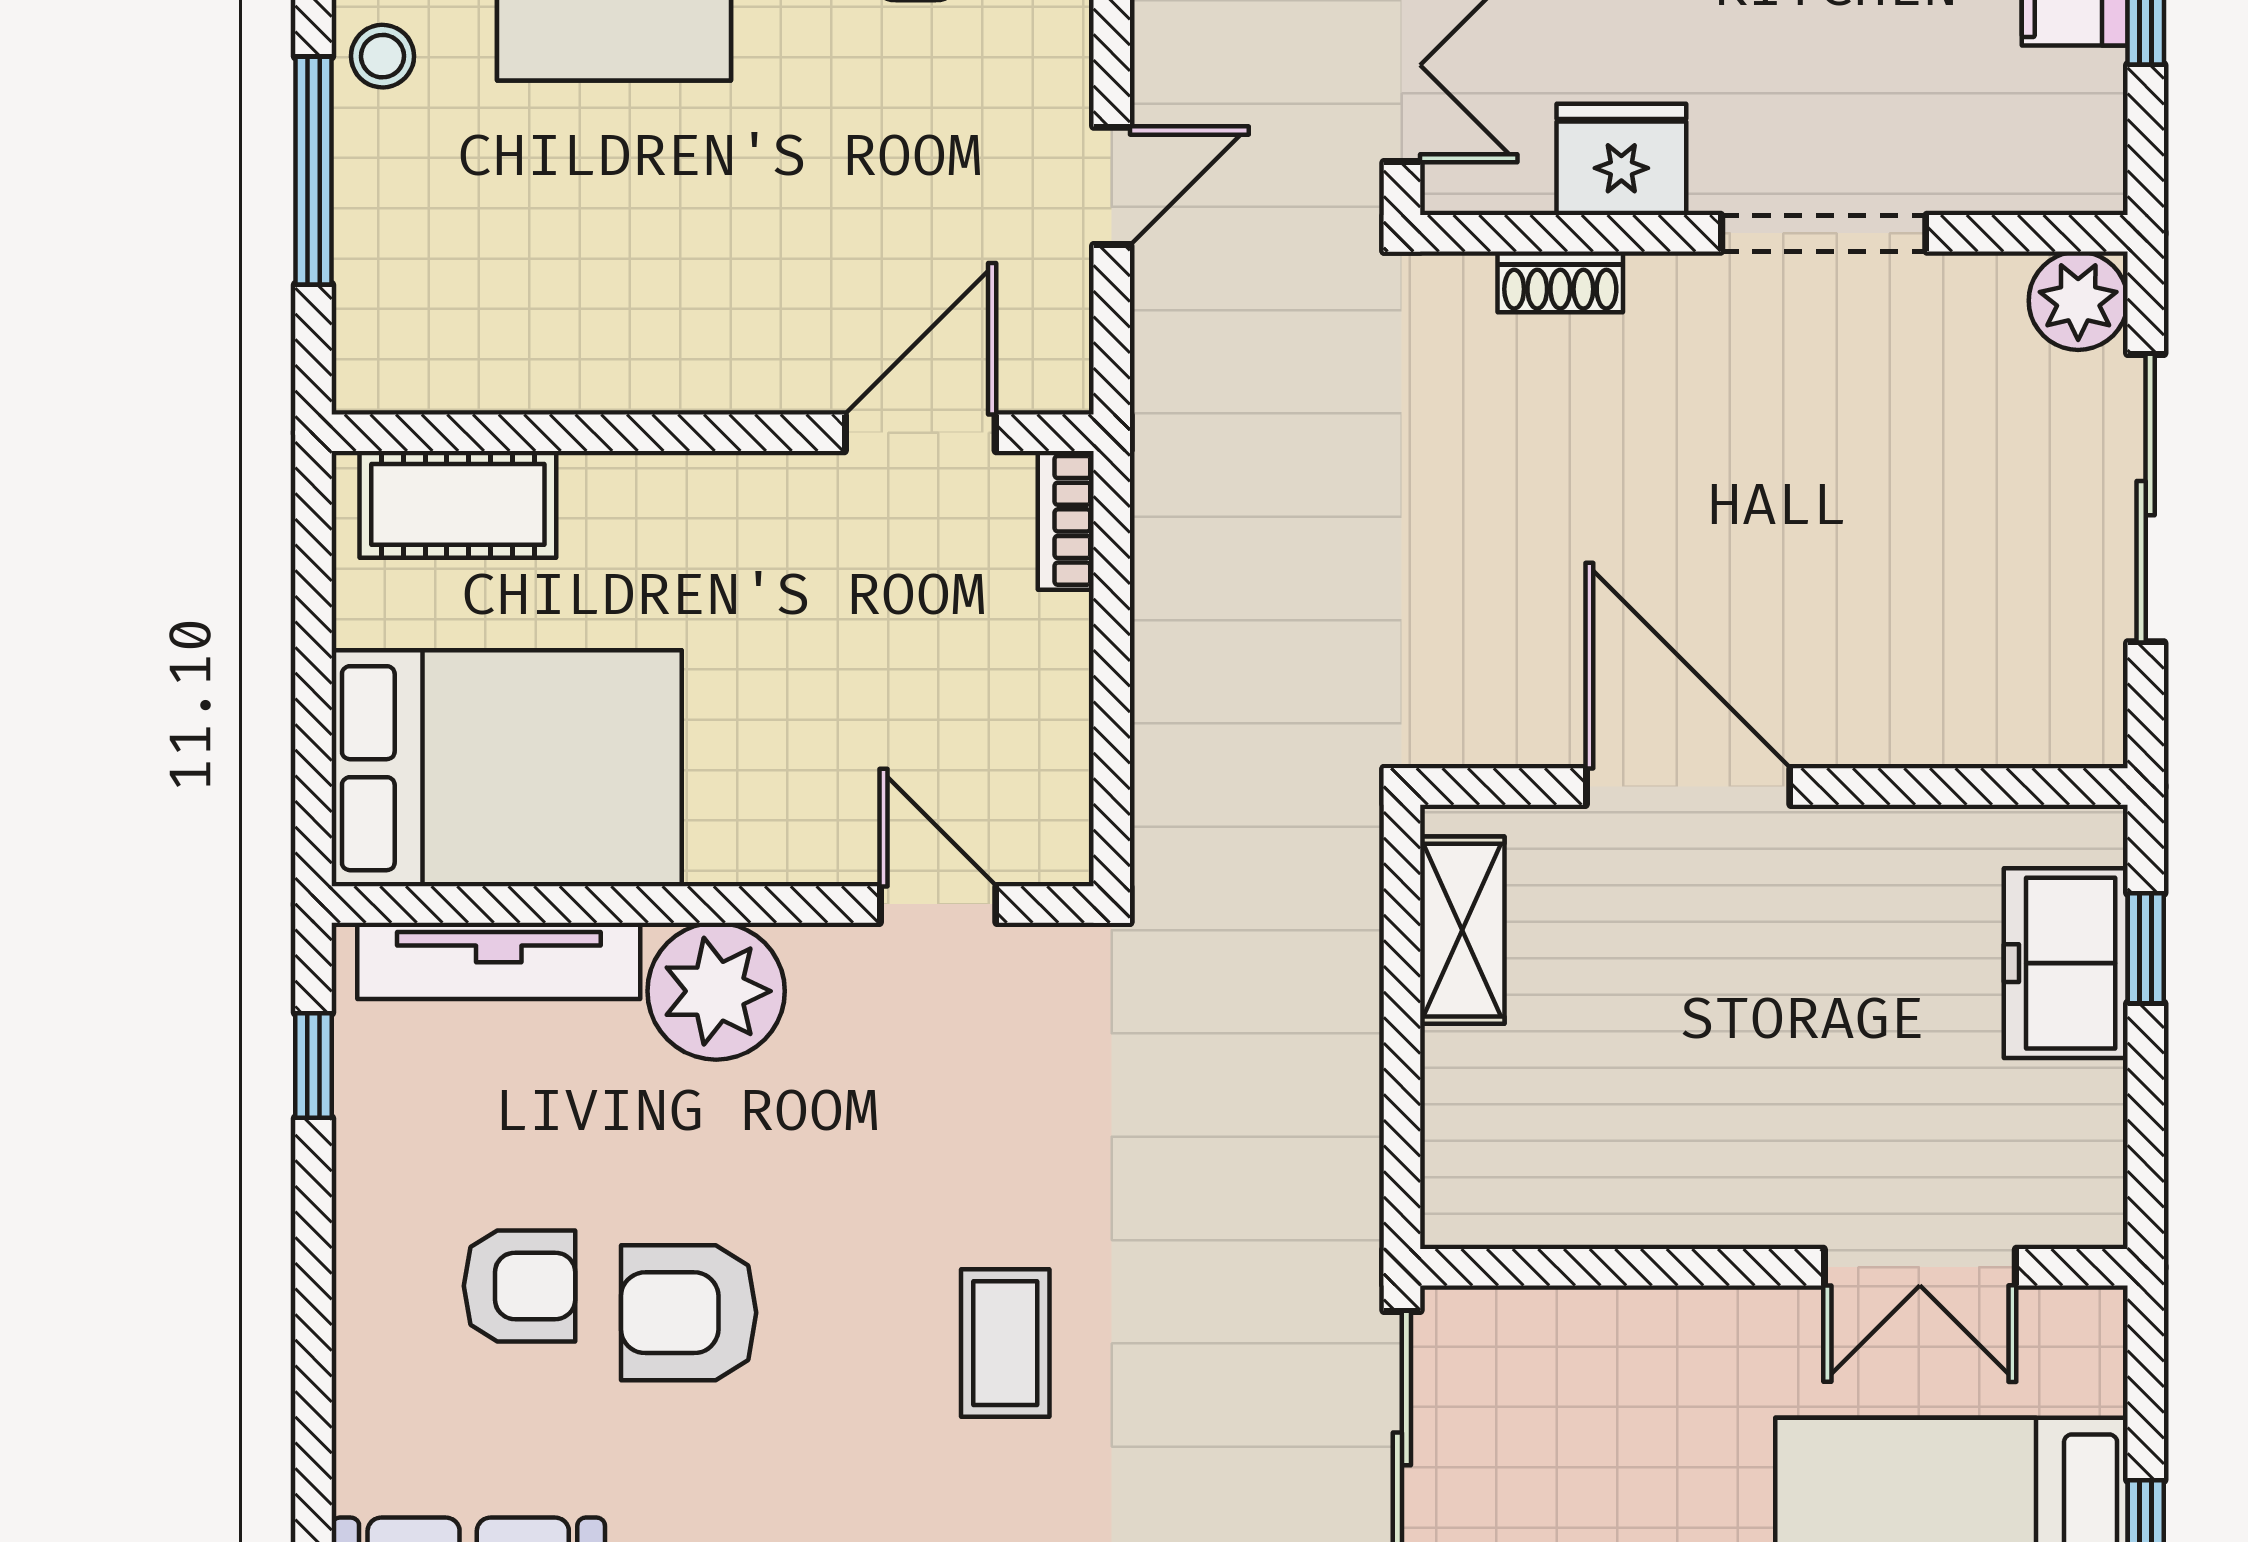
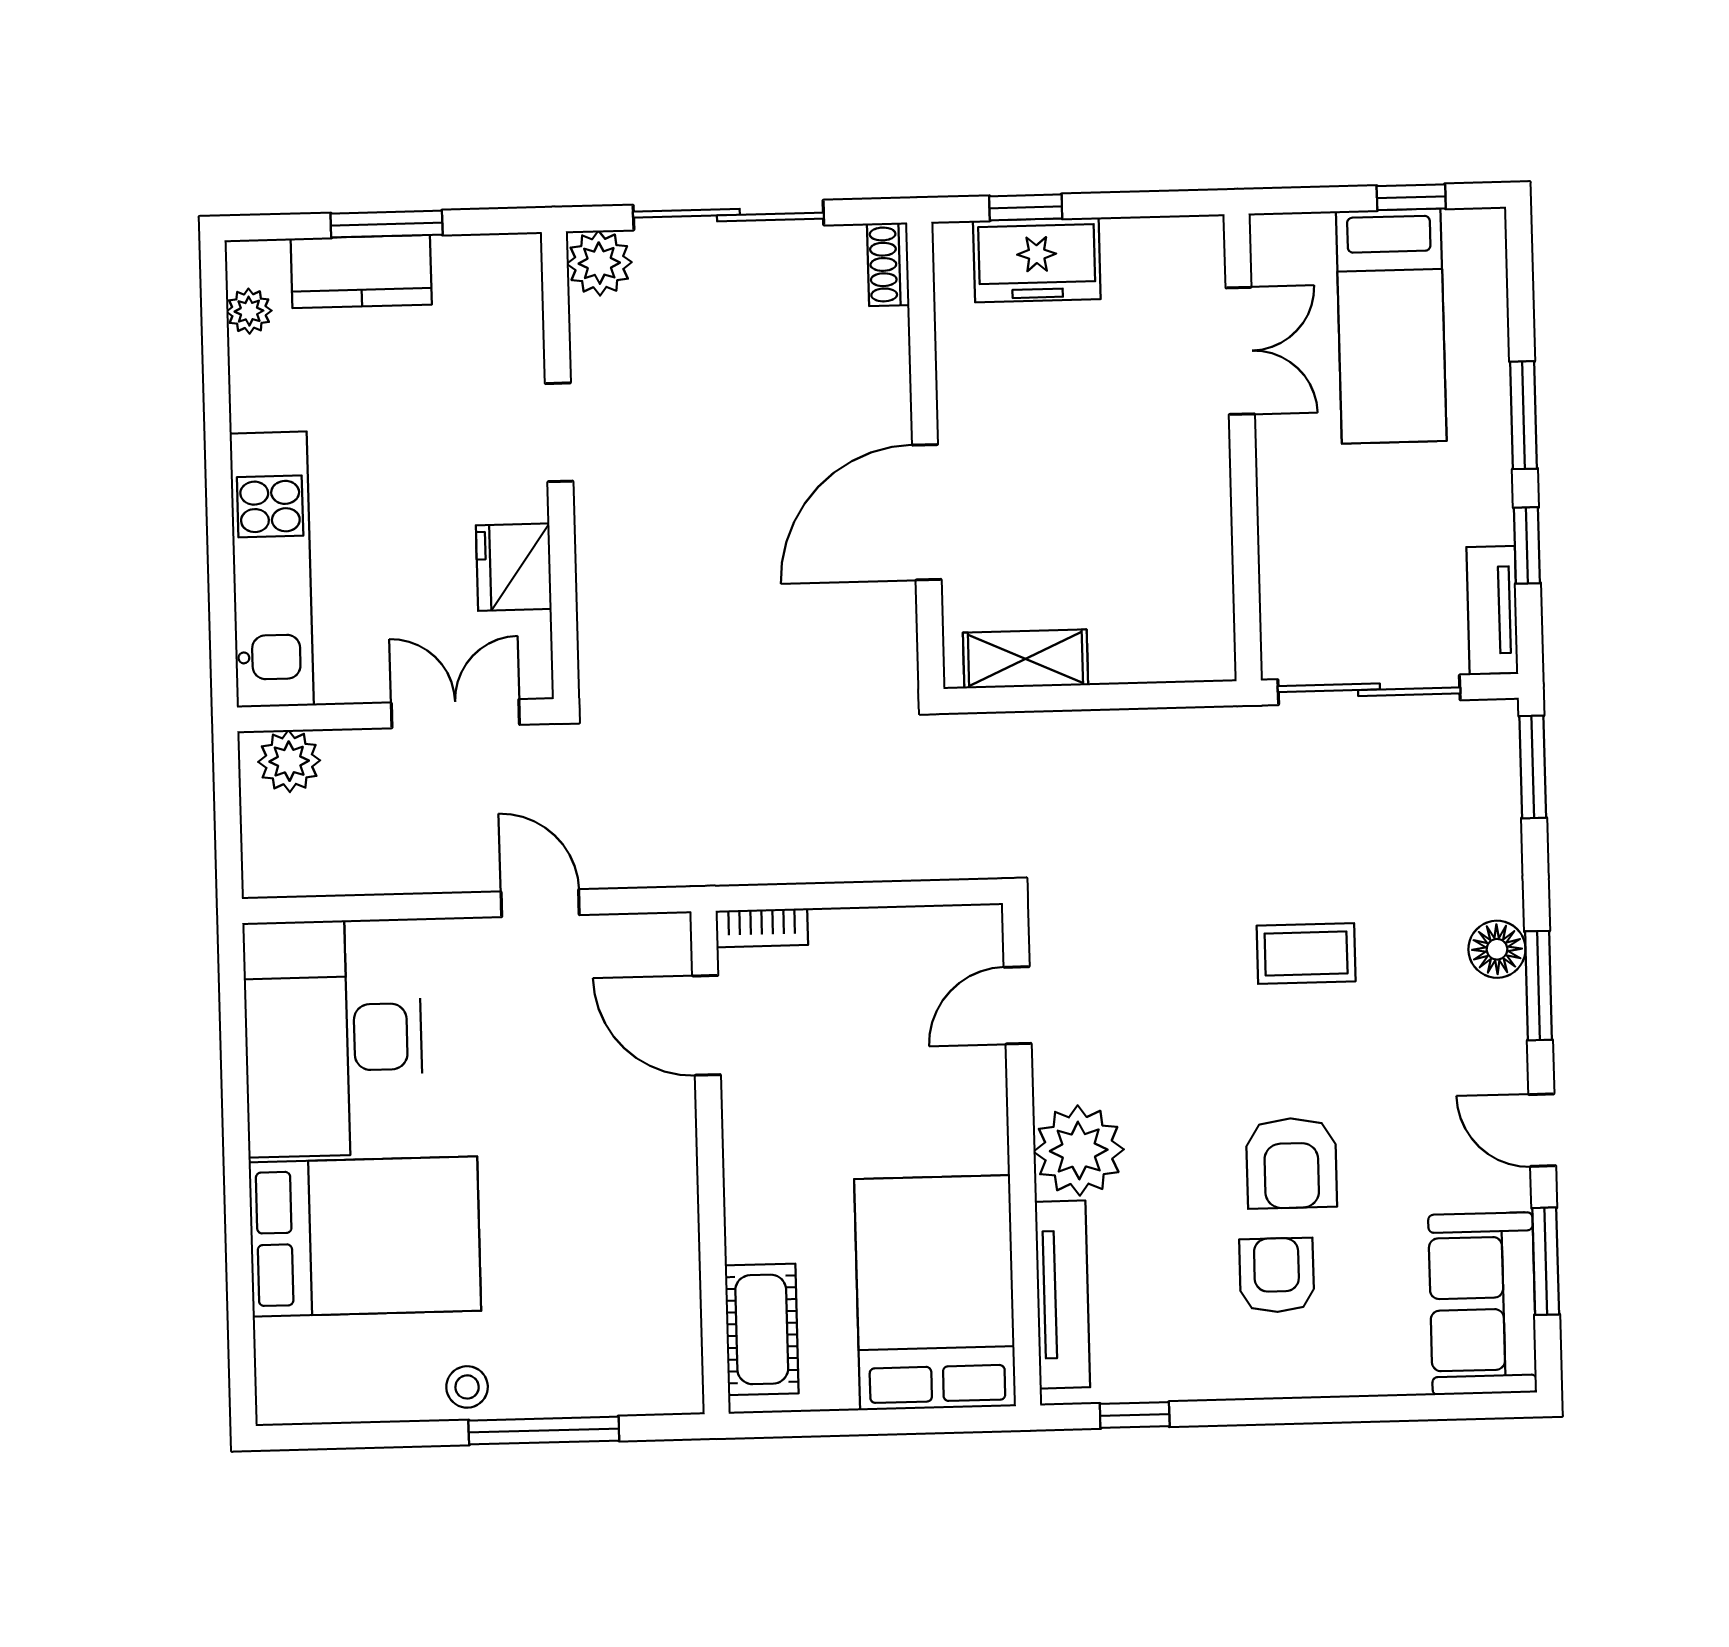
doorway: (1824, 233) -> (559, 432), width x0.73
shoe rack: (1560, 282) -> (888, 264), moved, turned 180

